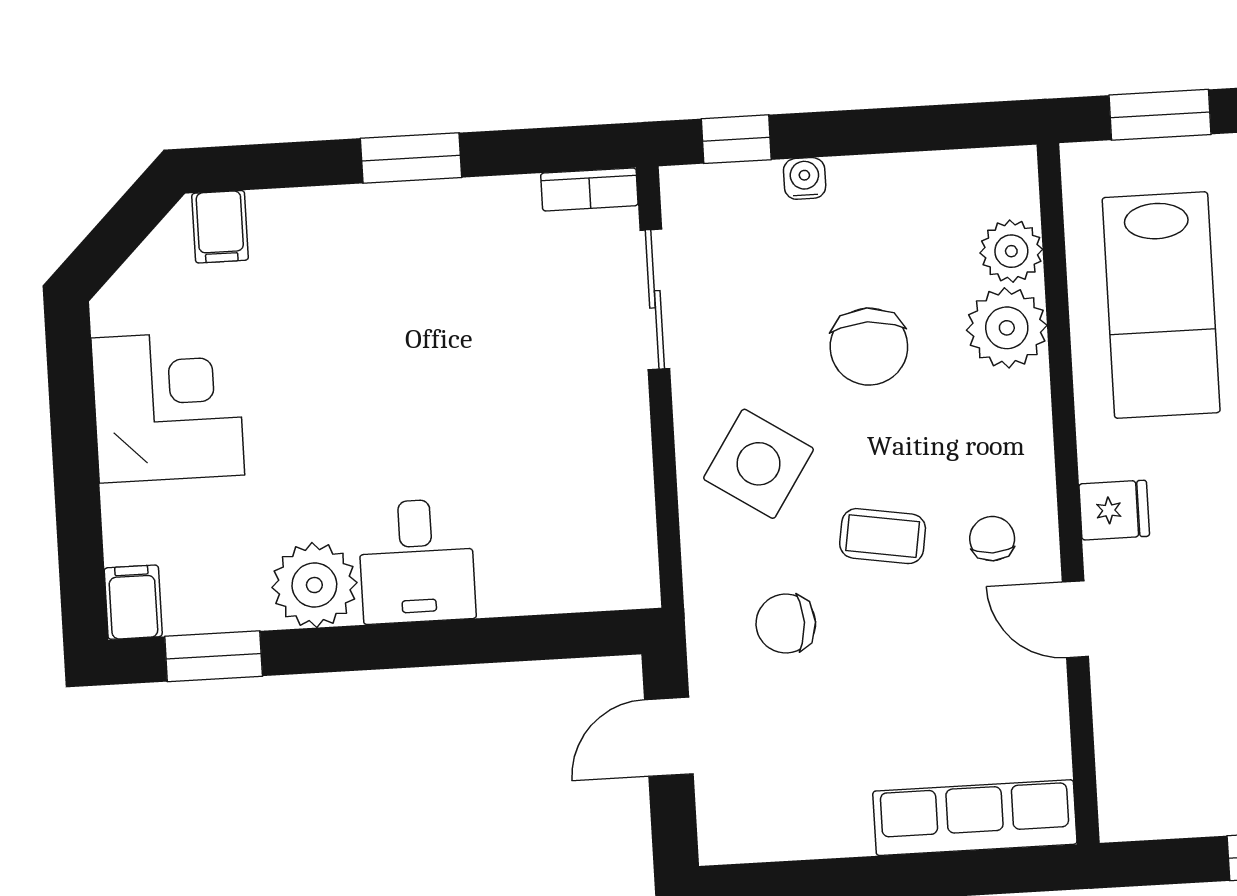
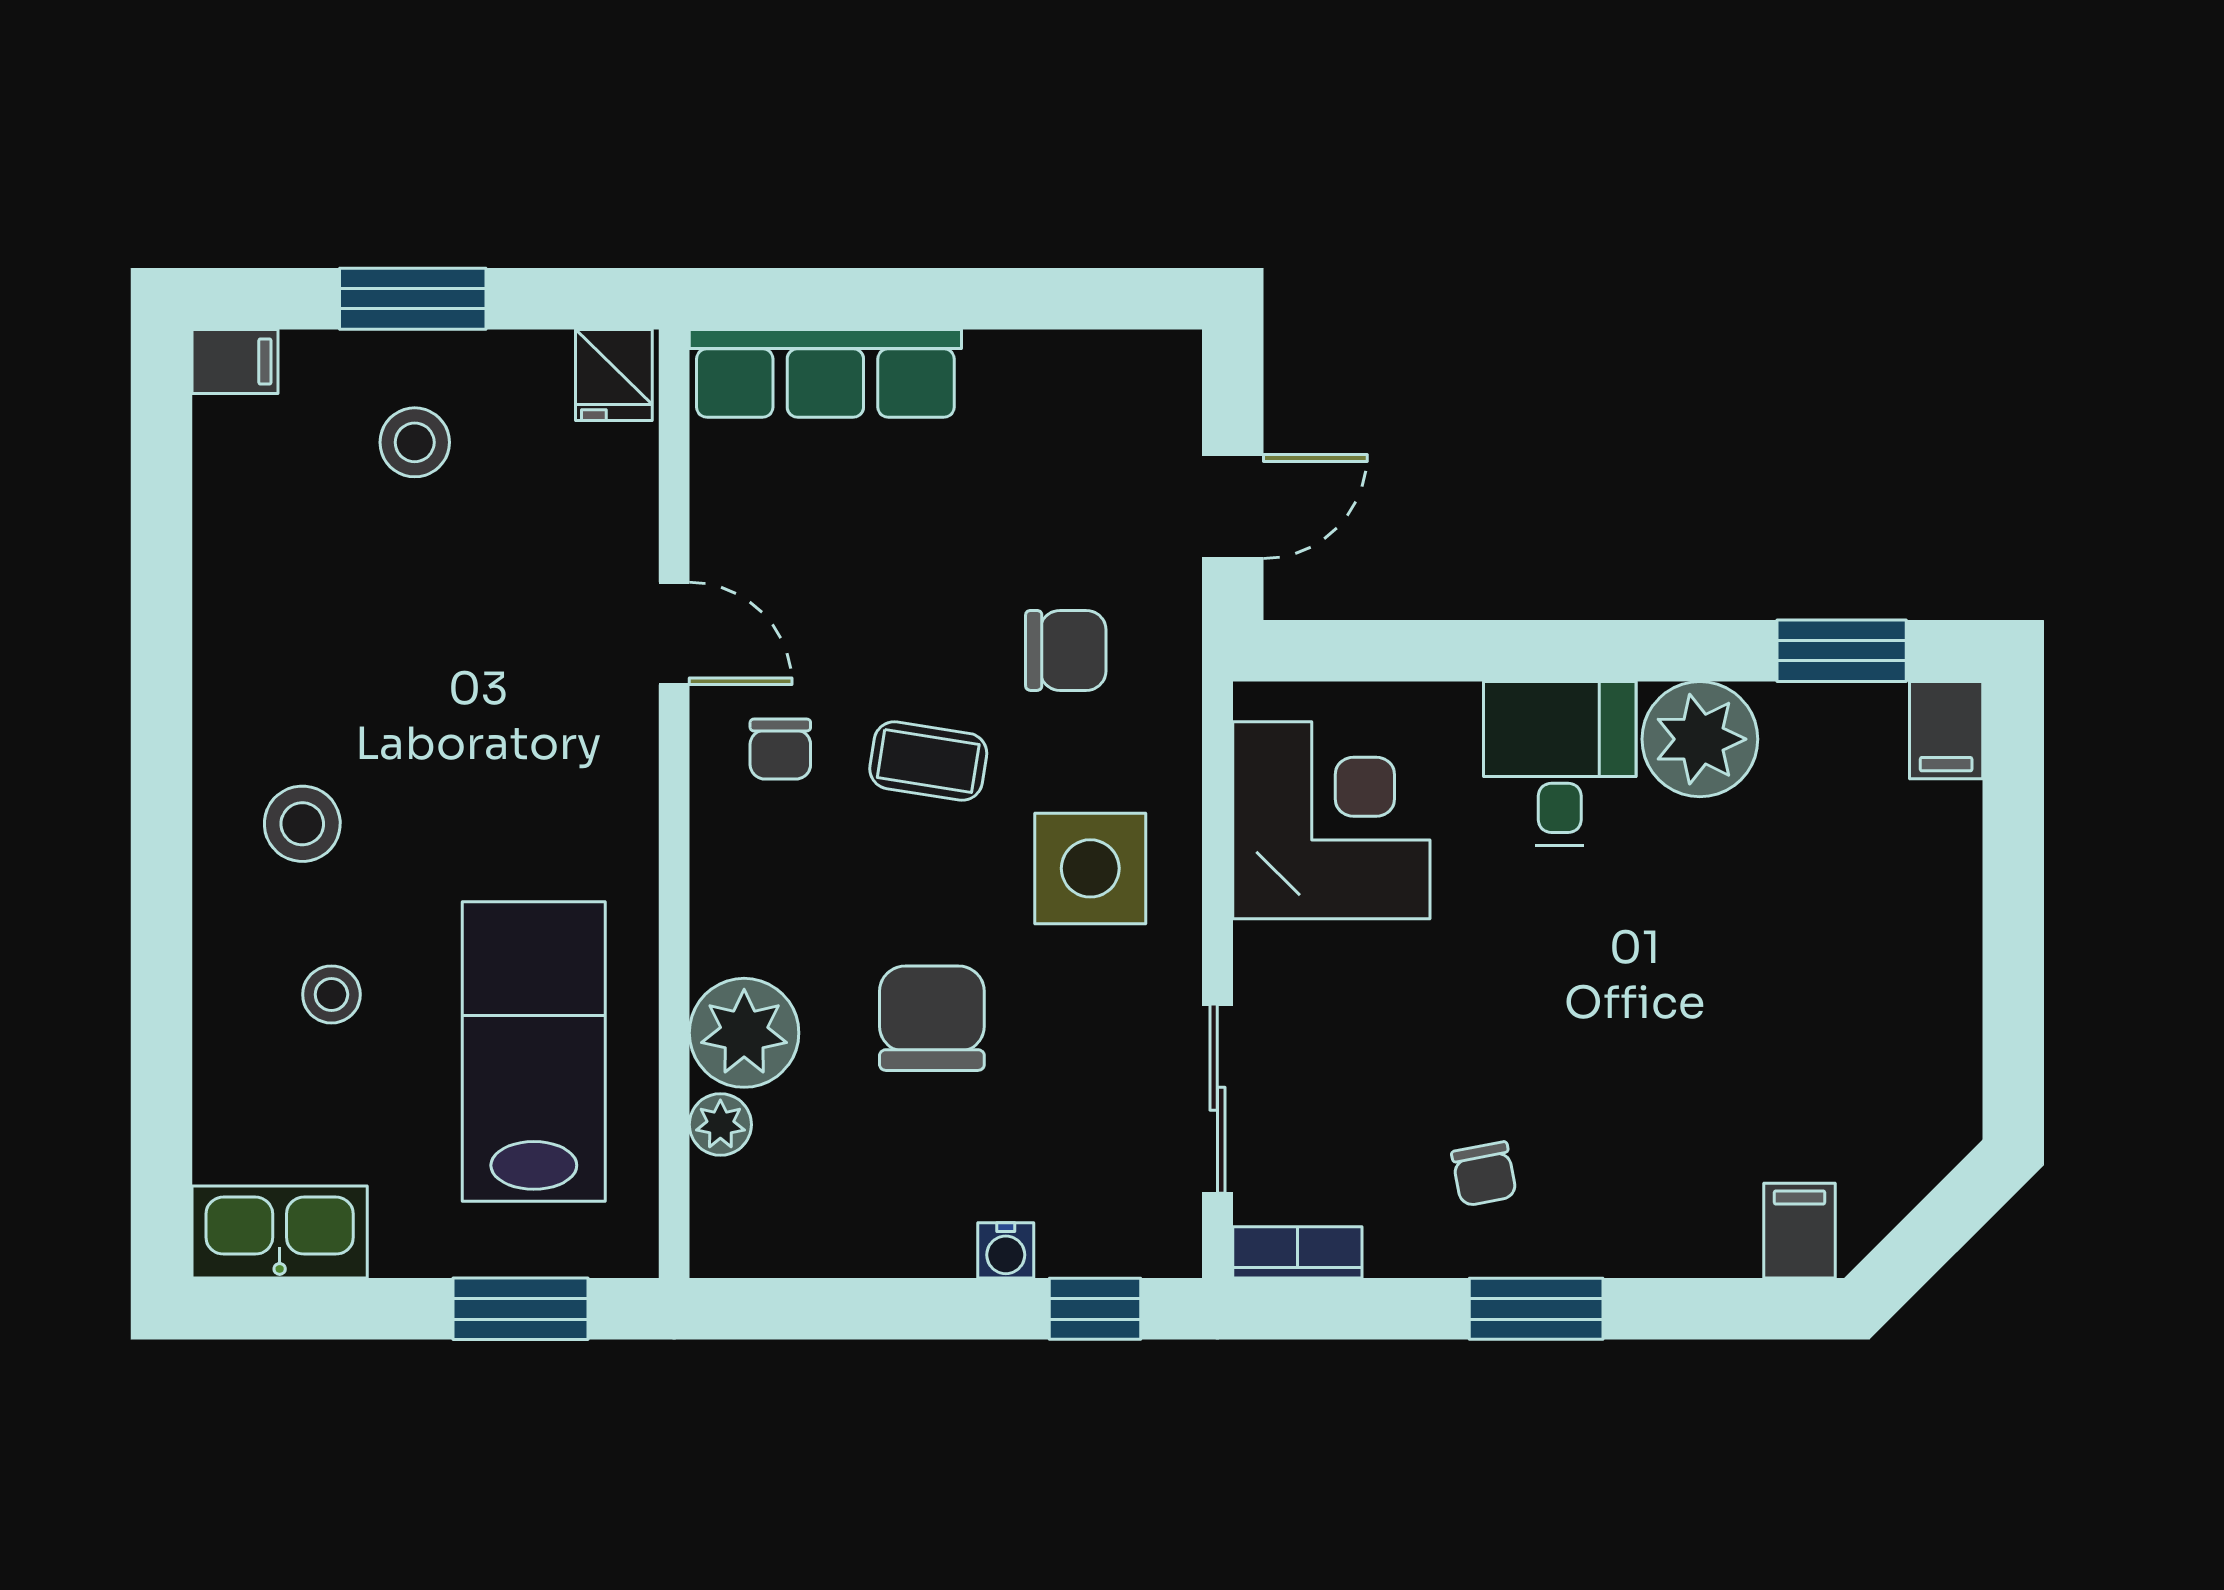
plant: (1011, 251) -> (720, 1125), width x0.73, depth x0.73
chair: (455, 255) -> (1484, 1174), added
corner desk: (168, 406) -> (1331, 820), moved, turned 180
side table: (759, 464) -> (1090, 868), turned -33
fridge: (1114, 510) -> (614, 375), moved, turned -90

